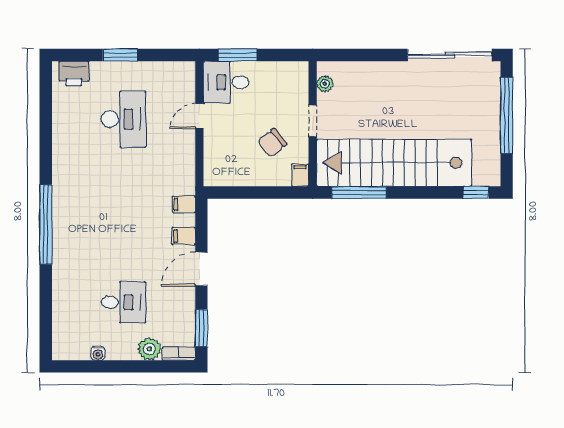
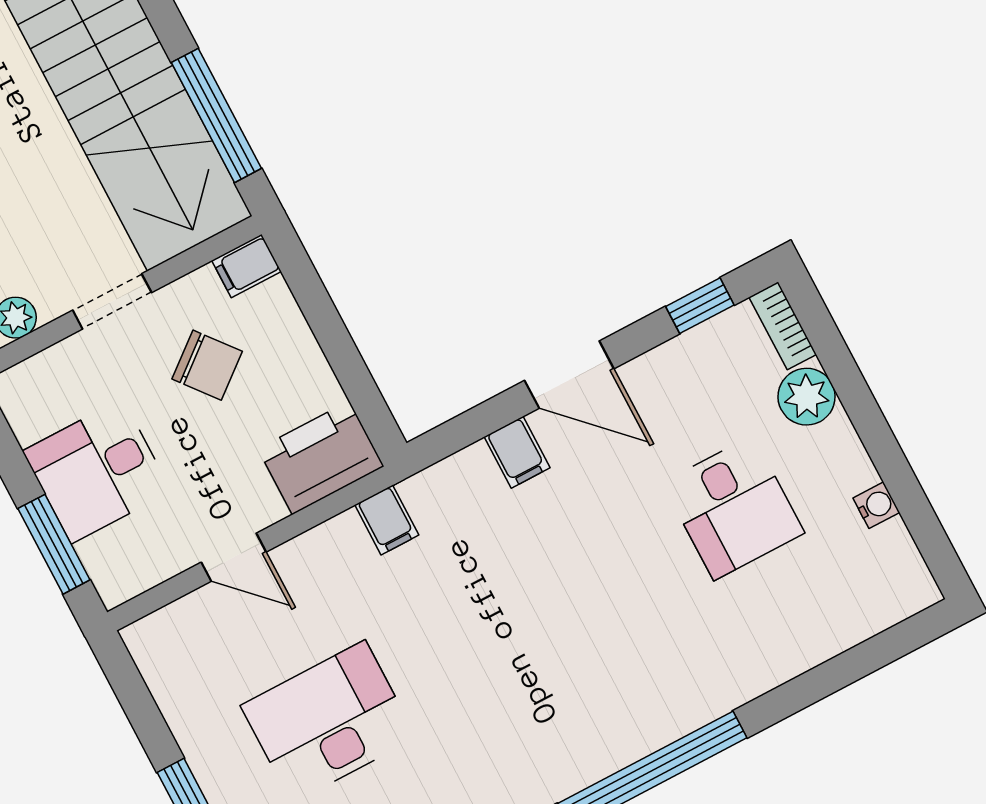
desk: (226, 82) -> (97, 471), moved, turned 90
printer: (218, 166) -> (321, 458), added
filing cabinet: (184, 204) -> (387, 520), moved
desk: (124, 302) -> (733, 508), turned 180
window: (201, 328) -> (700, 306), width x0.67

